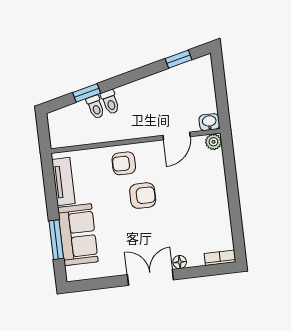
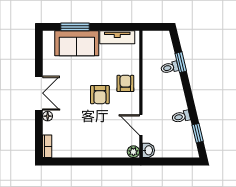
toilet: (110, 102) -> (181, 117), moved

